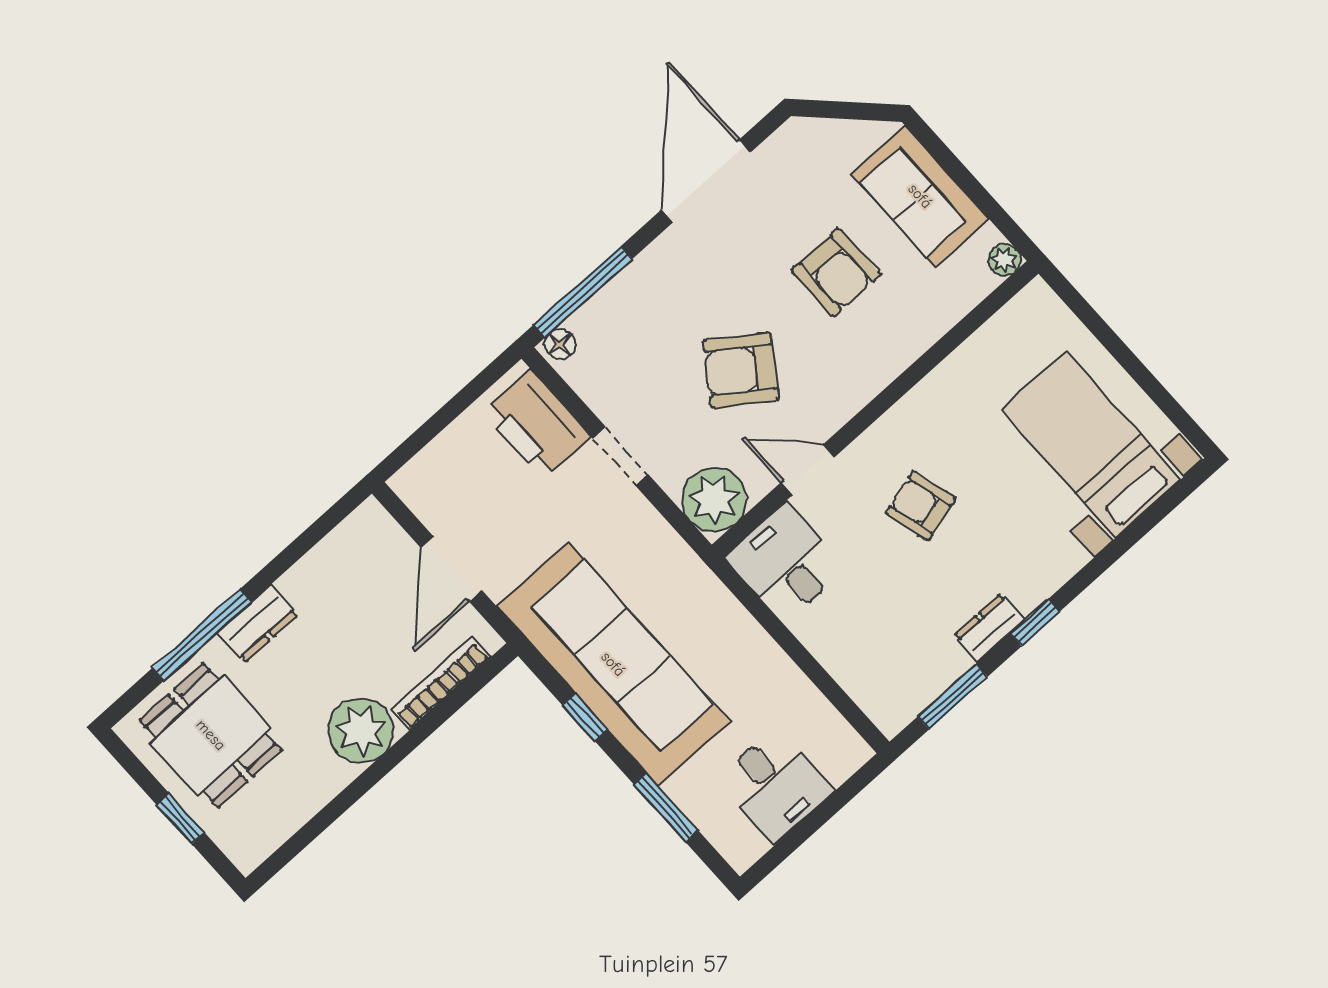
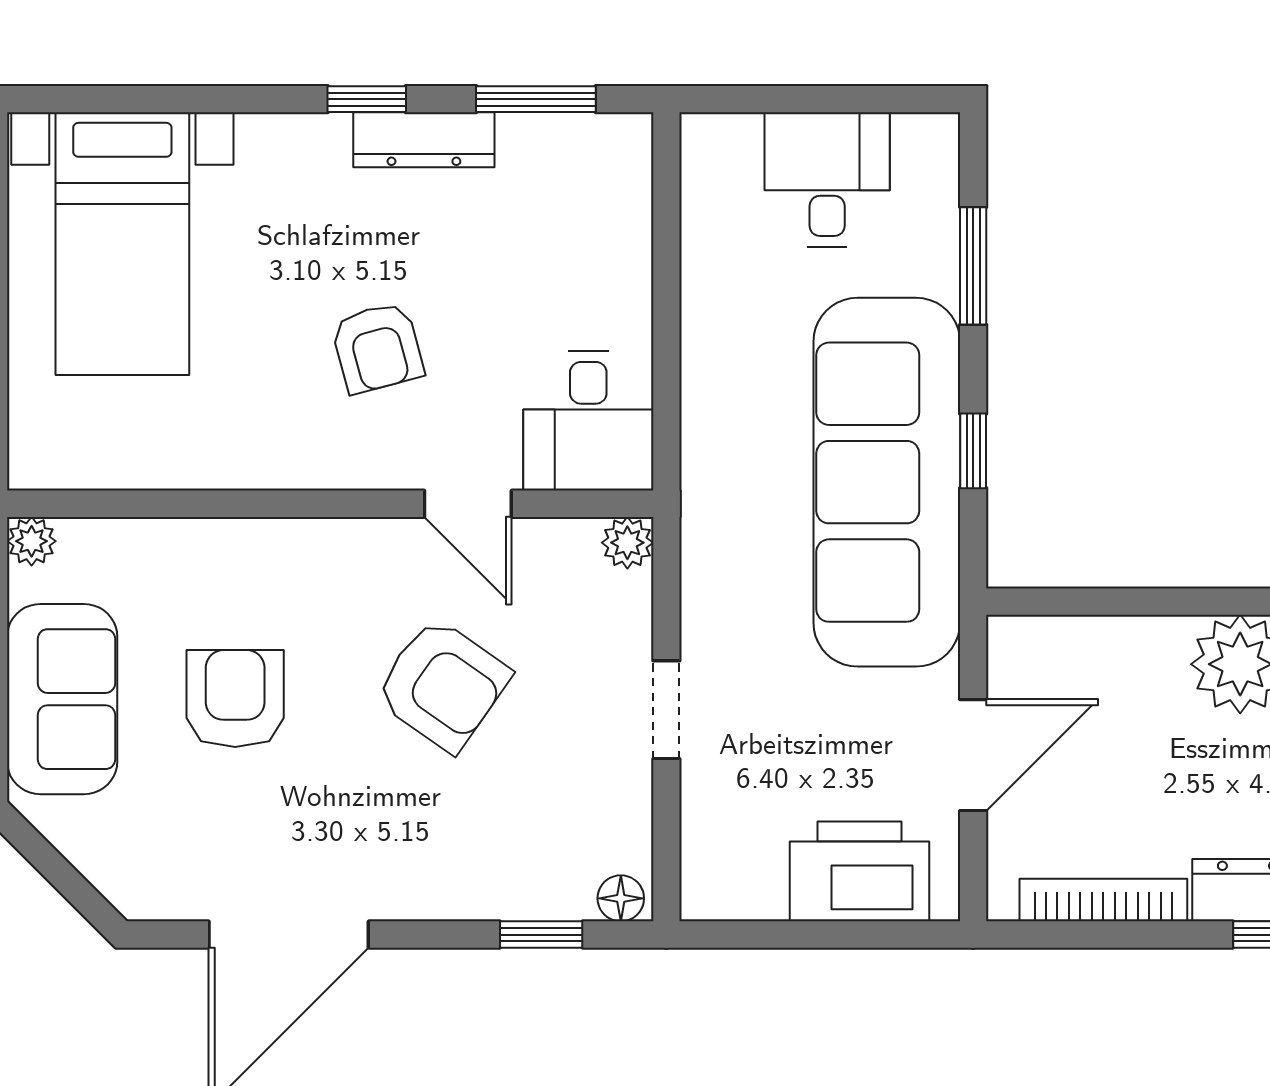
window: (583, 292) -> (541, 935), width x0.46
printer: (536, 425) -> (859, 871), moved, turned -90
plant: (714, 500) -> (627, 543), width x0.53, depth x0.53
dresser: (989, 628) -> (424, 140), width x1.44
bookcase: (441, 683) -> (1103, 900), moved, turned 180

